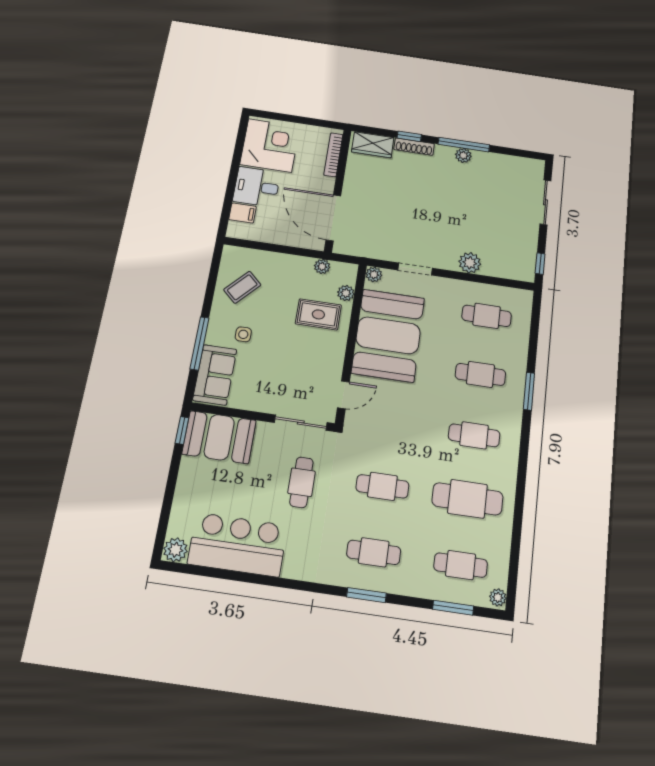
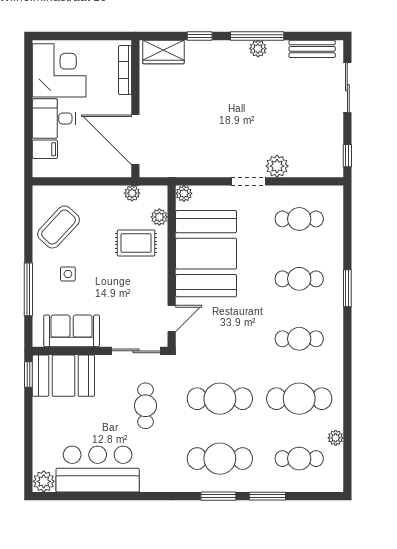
shoe rack: (414, 147) -> (206, 47), removed
bench: (515, 163) -> (312, 49), added
doorway: (415, 269) -> (248, 181), moved
coffee table: (242, 287) -> (59, 227), width x1.36, depth x1.30
sofa: (215, 375) -> (72, 331), moved, turned -90
cafe table: (382, 486) -> (220, 399), width x1.37, depth x1.35
cafe table: (374, 552) -> (220, 459), width x1.37, depth x1.35
plant: (498, 597) -> (336, 438), moved
window: (453, 608) -> (267, 496), moved

